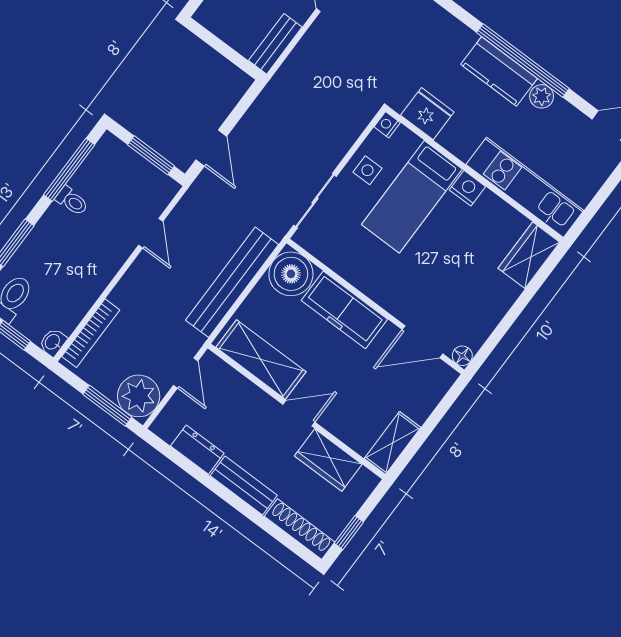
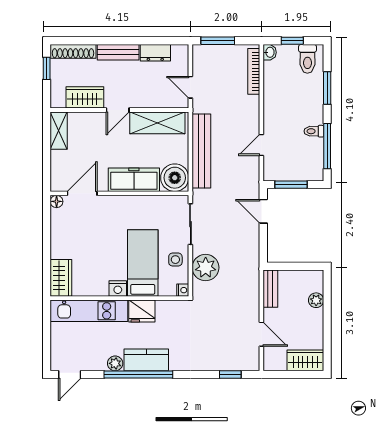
fridge: (427, 114) -> (142, 311), moved
door: (151, 233) -> (261, 145), hinge flipped
plant: (139, 396) -> (206, 268), moved

